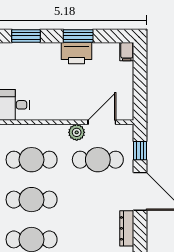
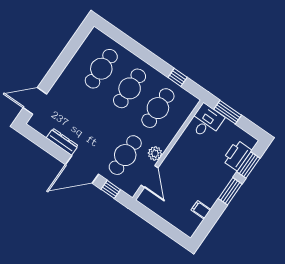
window: (78, 36) -> (230, 191), moved
filing cabinet: (127, 52) -> (201, 210), moved
printer: (77, 53) -> (237, 155), moved

